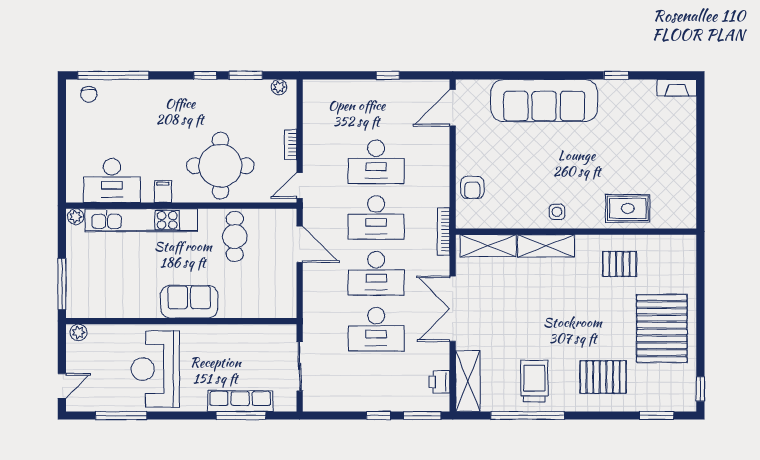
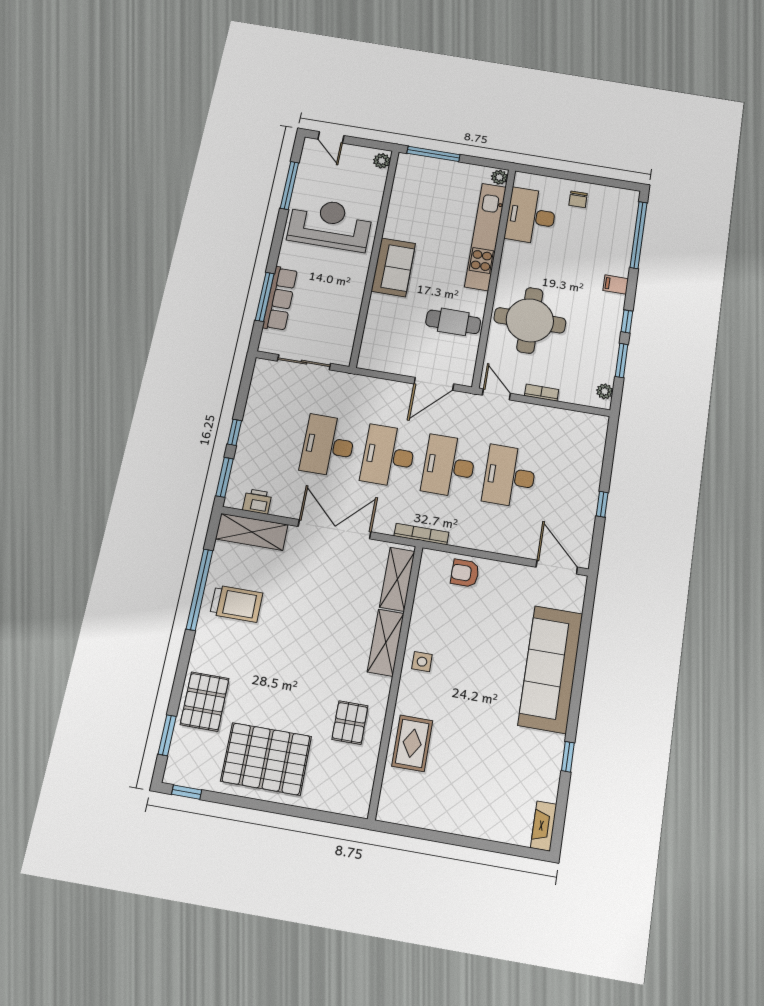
chair: (89, 94) -> (578, 199), moved, turned -90
filing cabinet: (163, 191) -> (616, 285), moved, turned 180
pallet: (603, 377) -> (205, 702), moved

